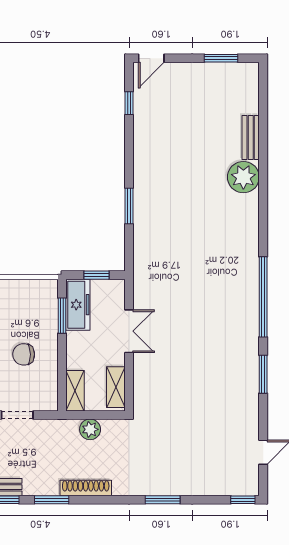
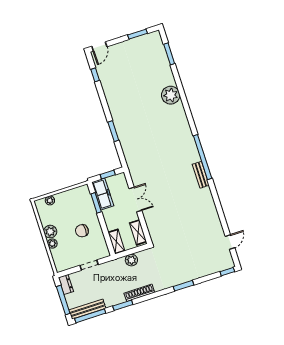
bench: (251, 138) -> (201, 175), moved
window: (263, 374) -> (169, 54), moved

